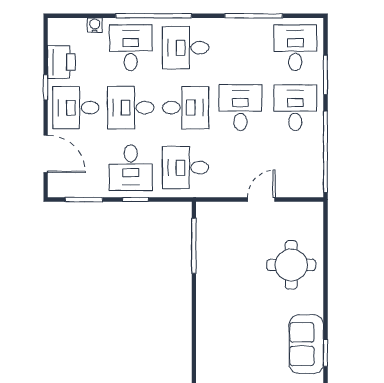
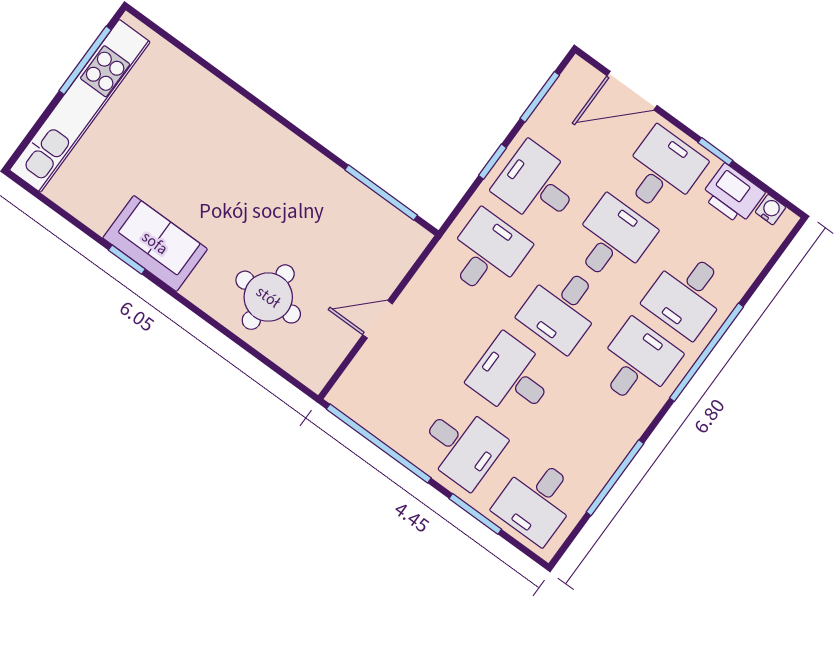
water cooler: (95, 25) -> (770, 210), moved, turned -90
desk: (131, 48) -> (687, 294), turned 90
desk: (295, 48) -> (537, 501), turned 90
desk: (240, 108) -> (512, 377), turned 180
door: (261, 200) -> (378, 319), swing flipped

